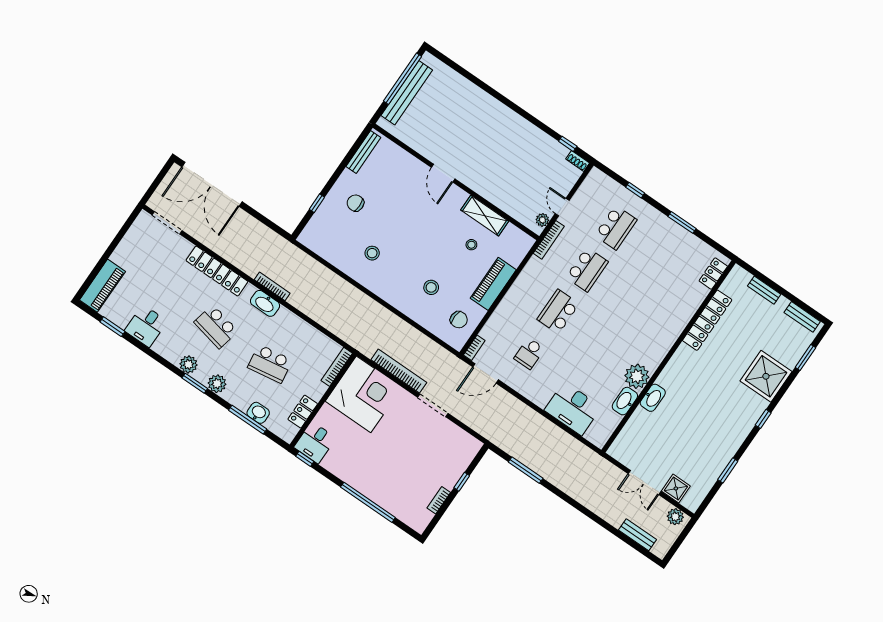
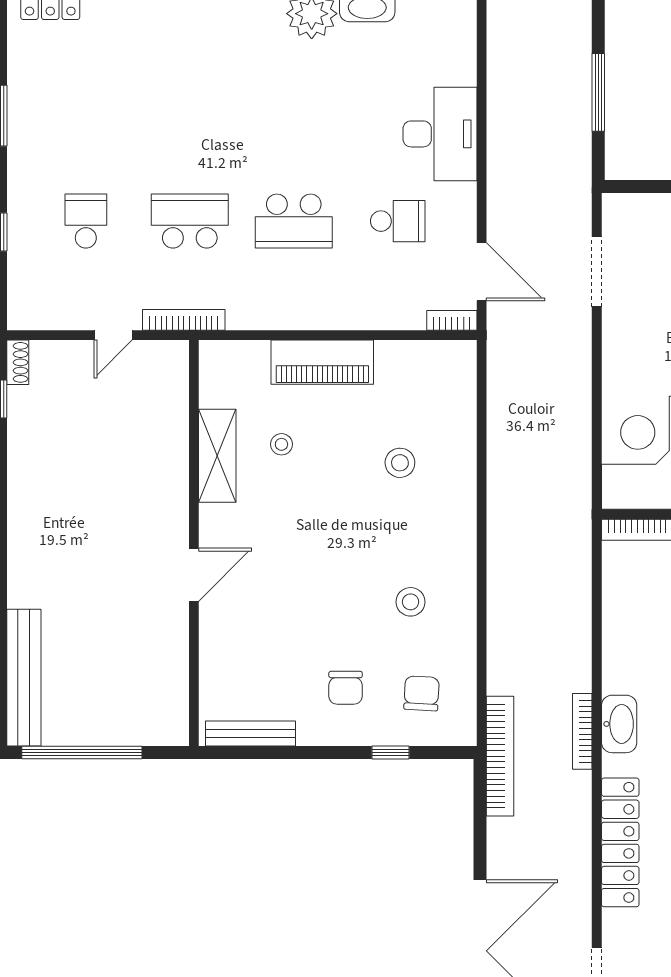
bench: (407, 93) -> (24, 678), moved, turned 90
plant: (542, 220) -> (158, 353), removed
school desk: (616, 228) -> (86, 221), width x0.54
chair: (459, 320) -> (422, 693), moved
bookcase: (399, 371) -> (500, 756), moved, turned 180
doorway: (433, 405) -> (597, 272), moved
desk: (573, 409) -> (440, 134), moved

